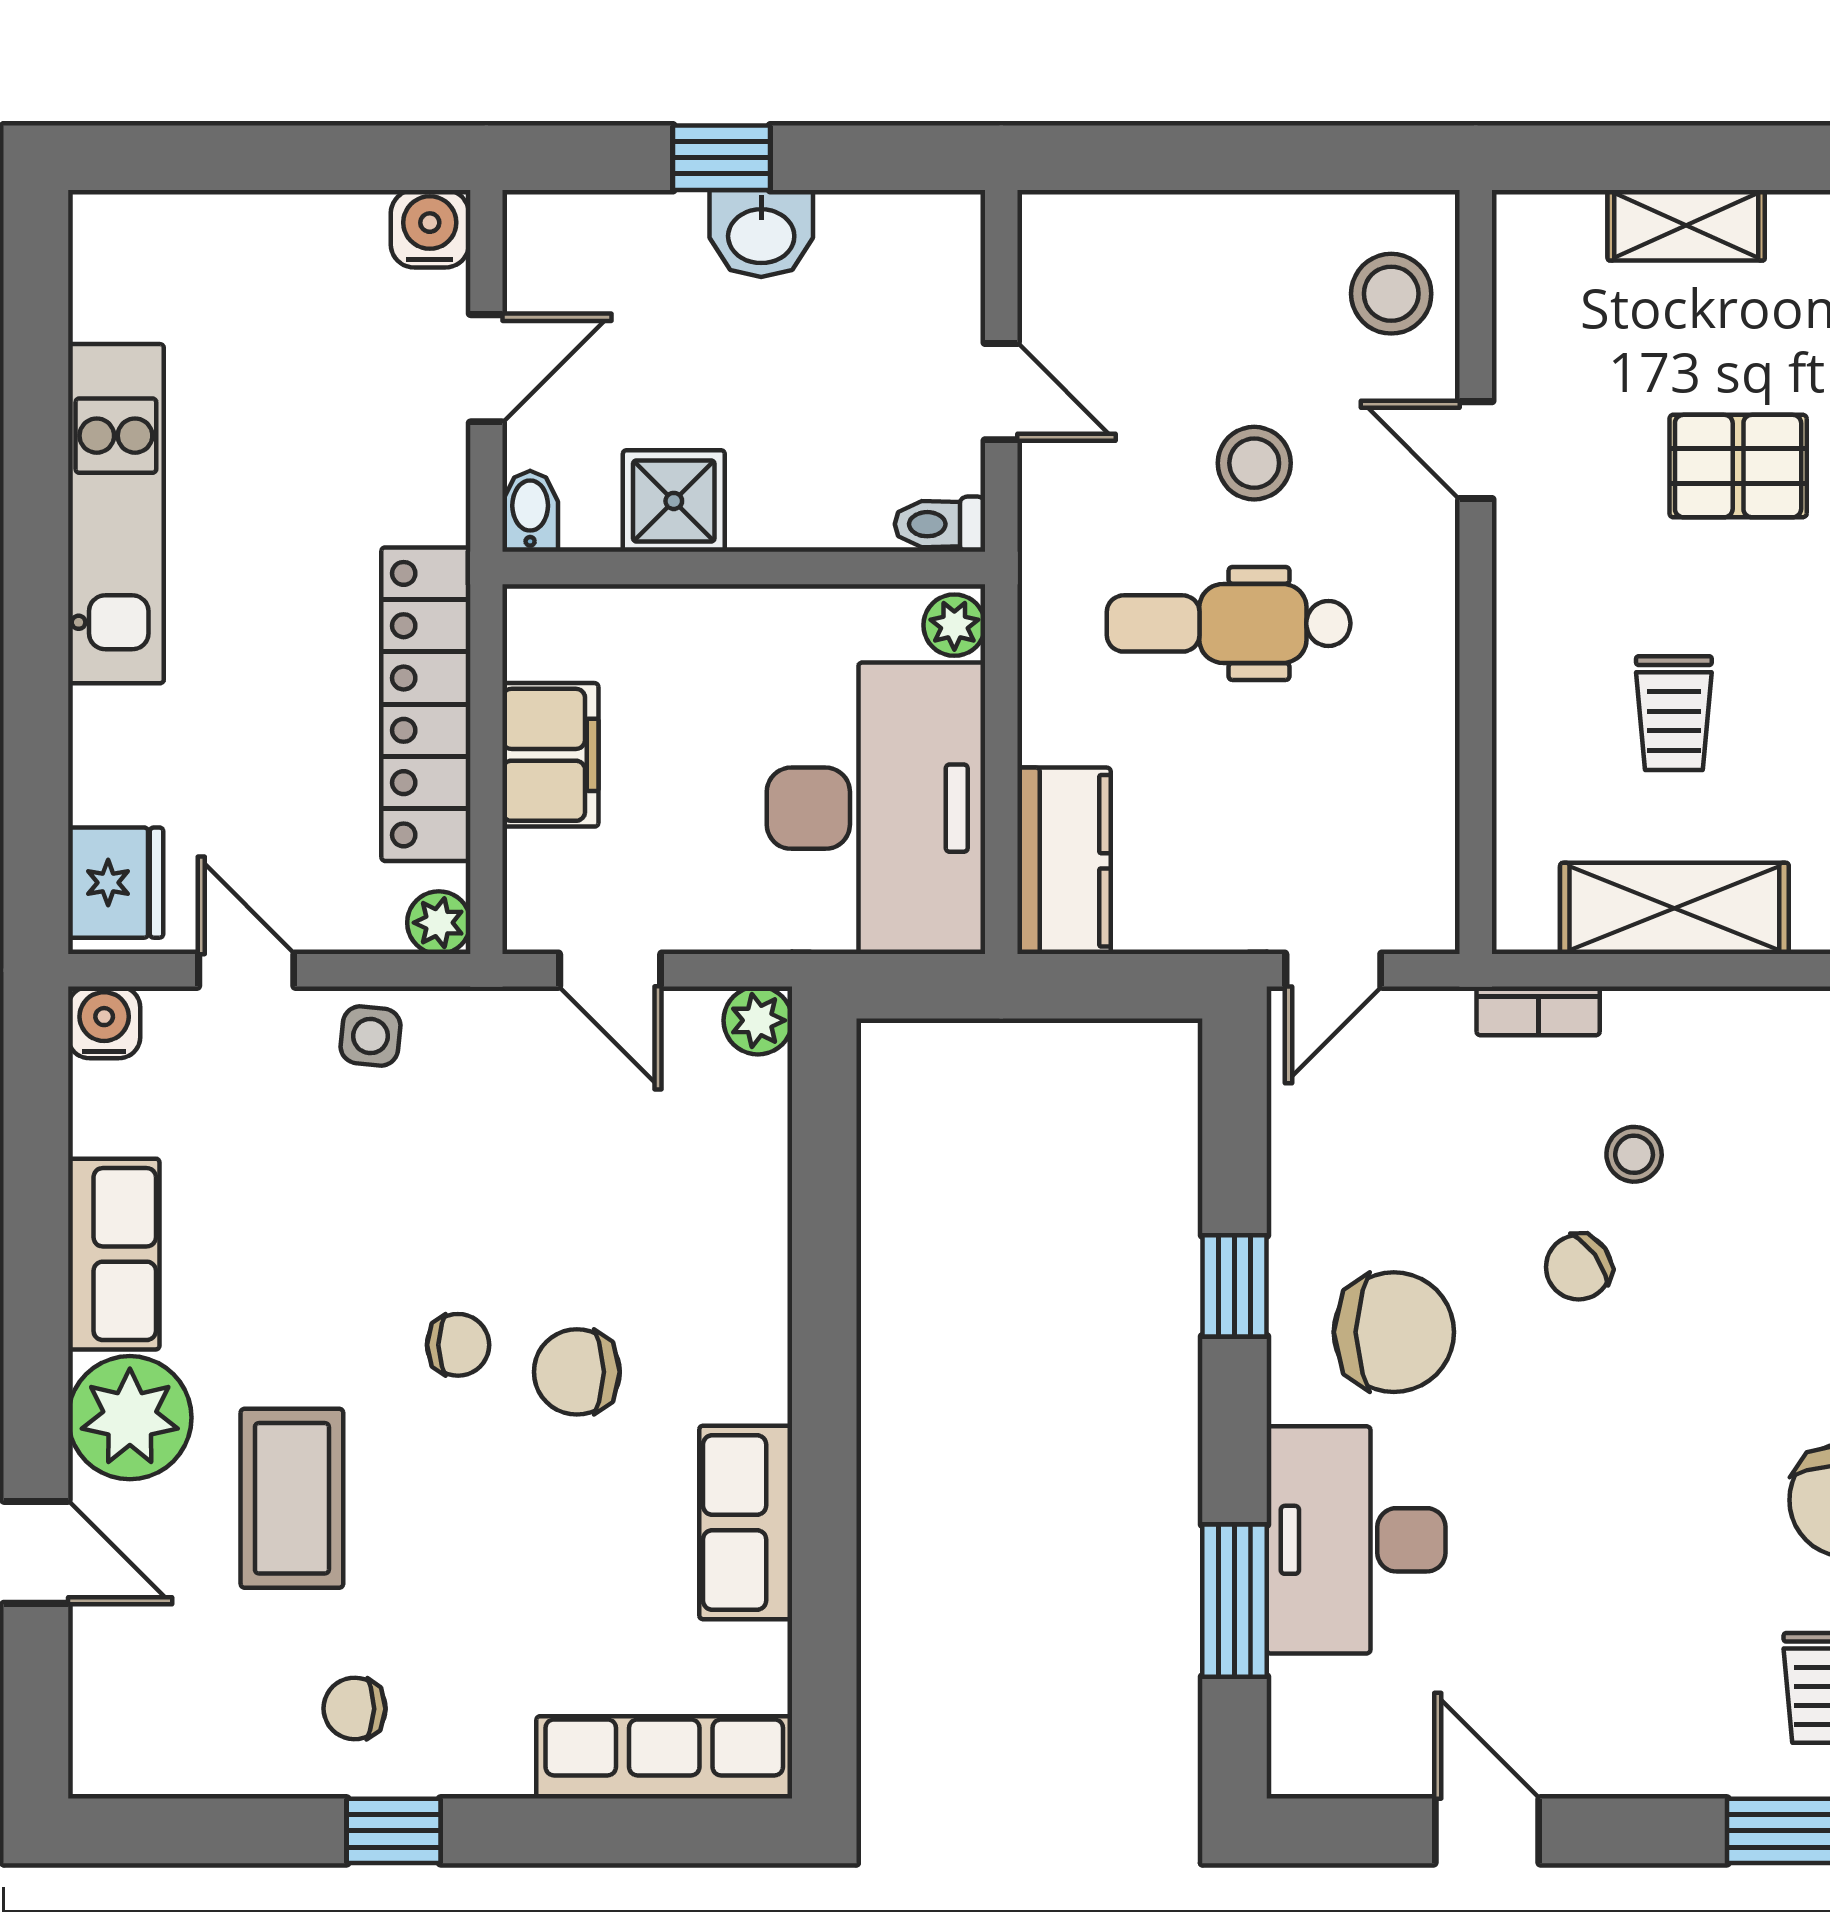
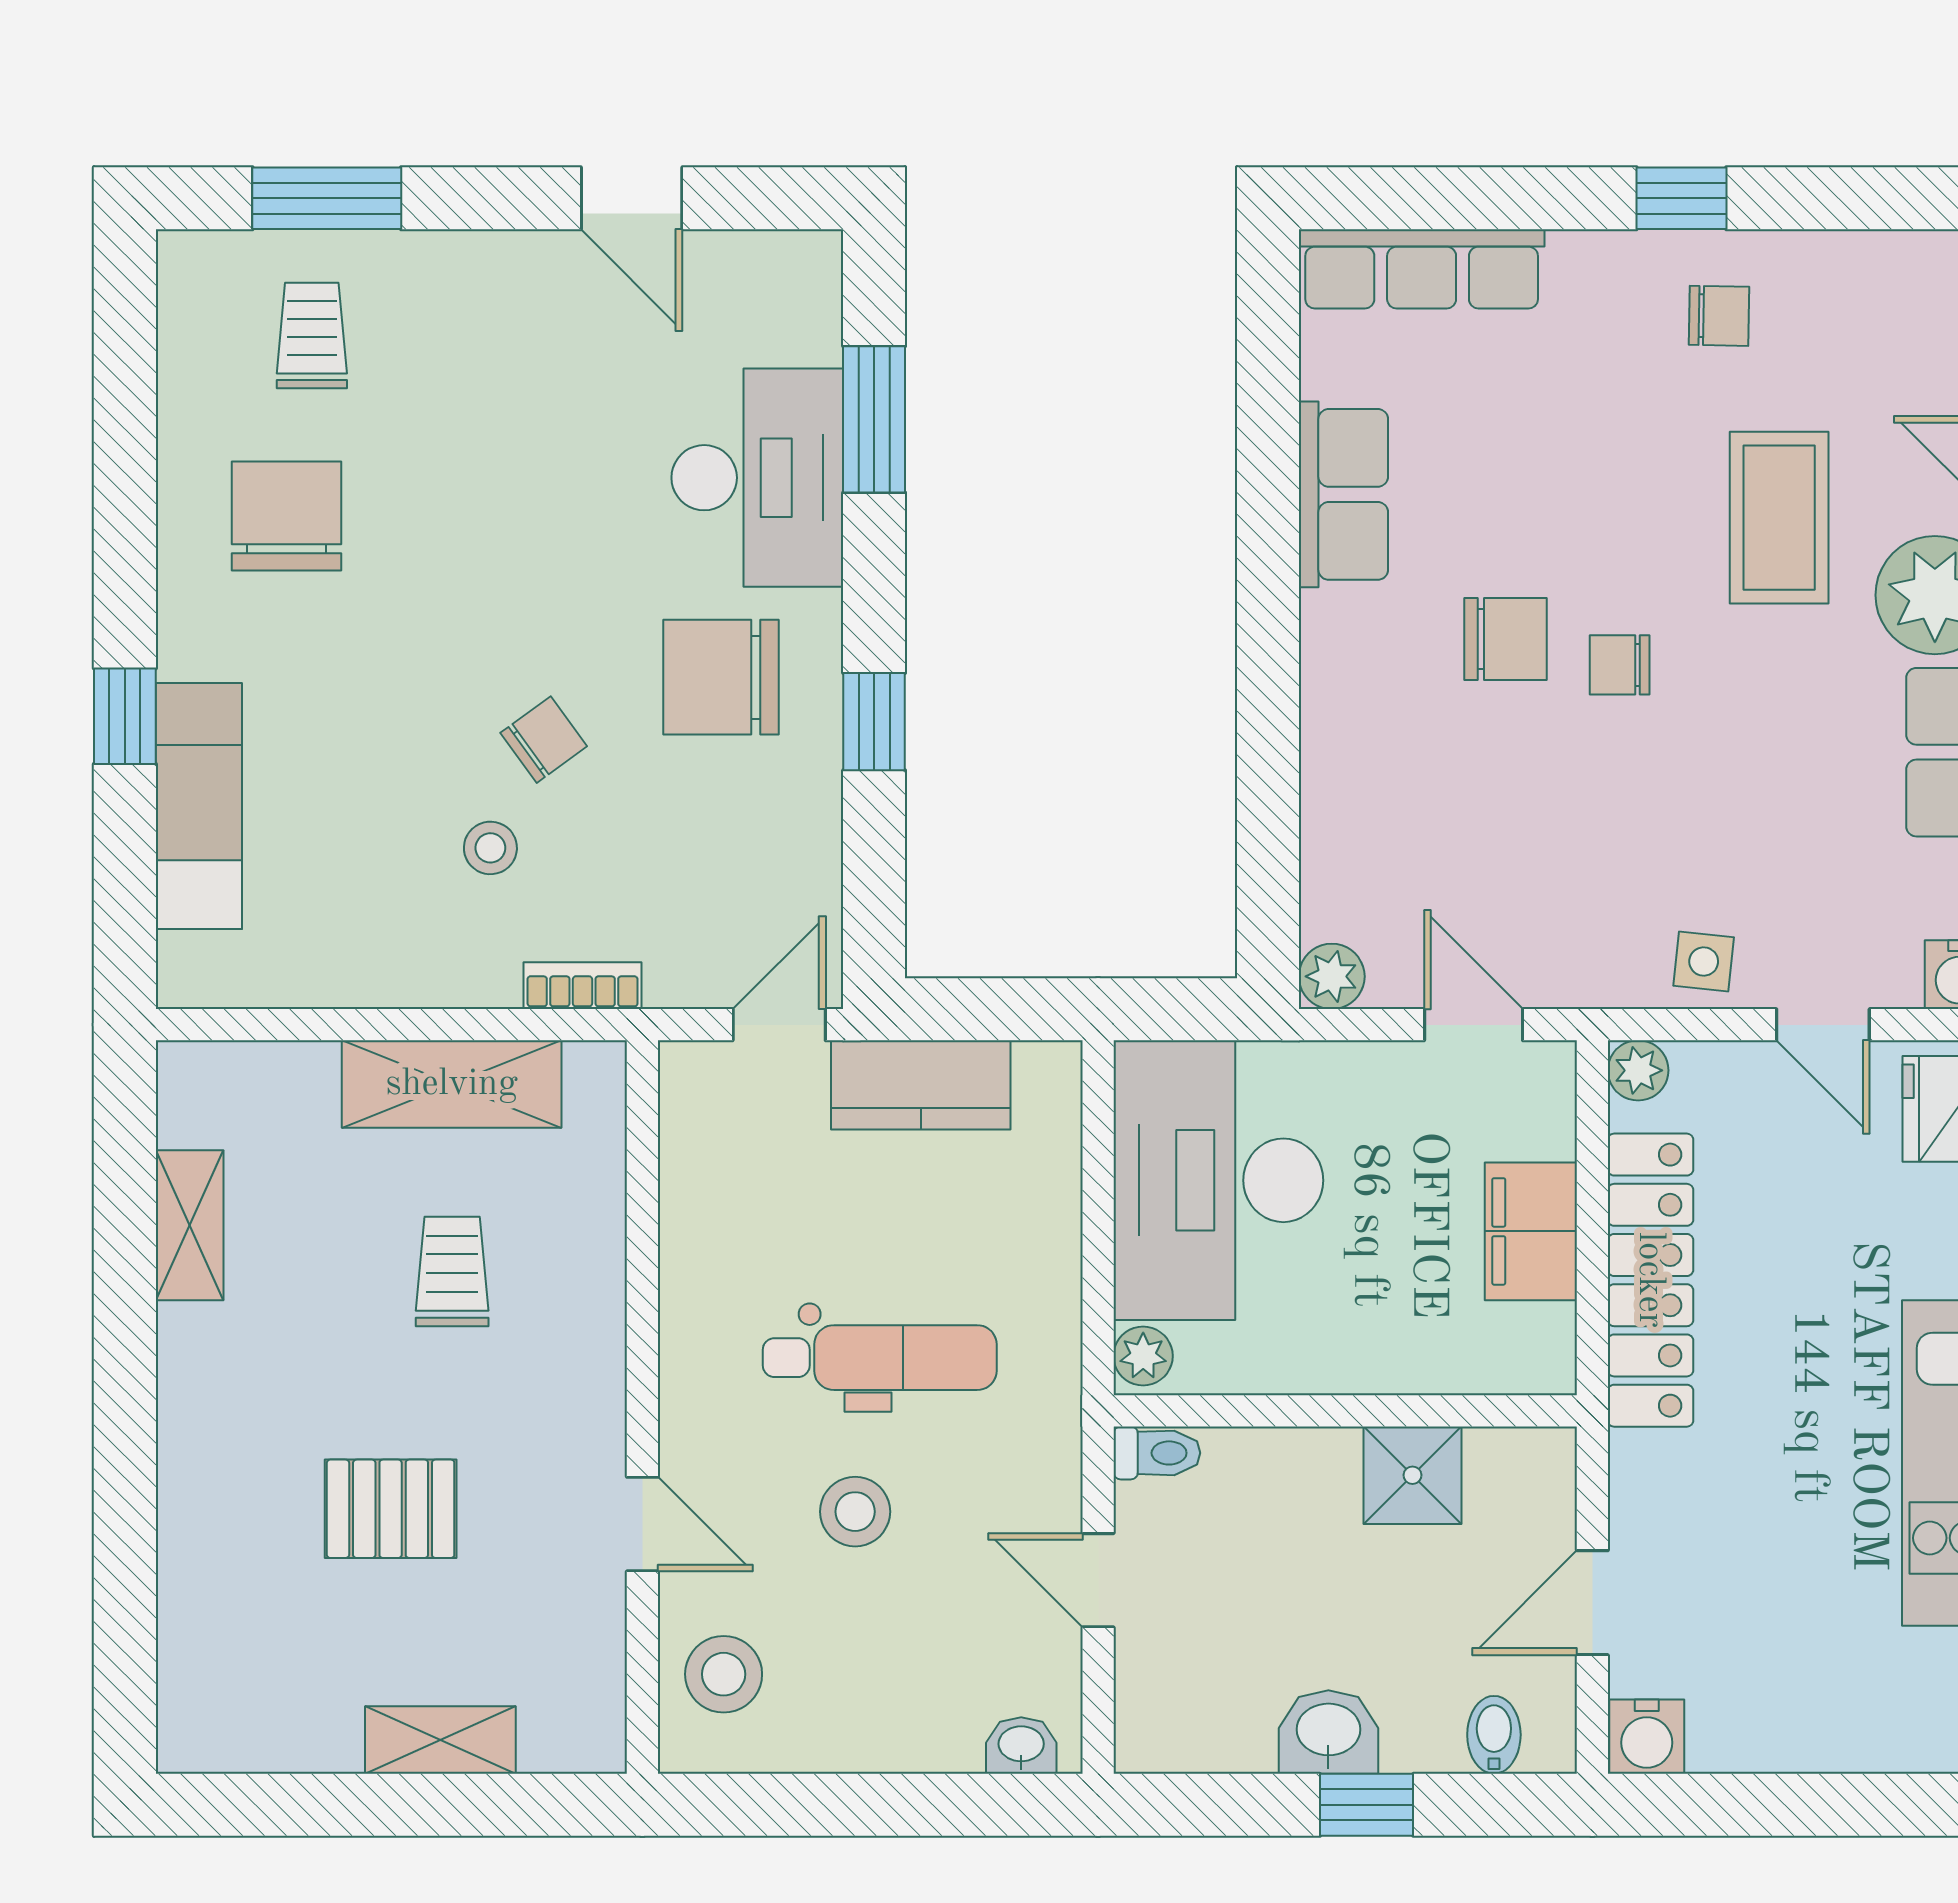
washbasin: (1081, 220) -> (1021, 1745), added
bidet: (530, 511) -> (1494, 1735), moved, turned 180
kitchen counter: (1064, 861) -> (921, 1085), moved, turned -90

